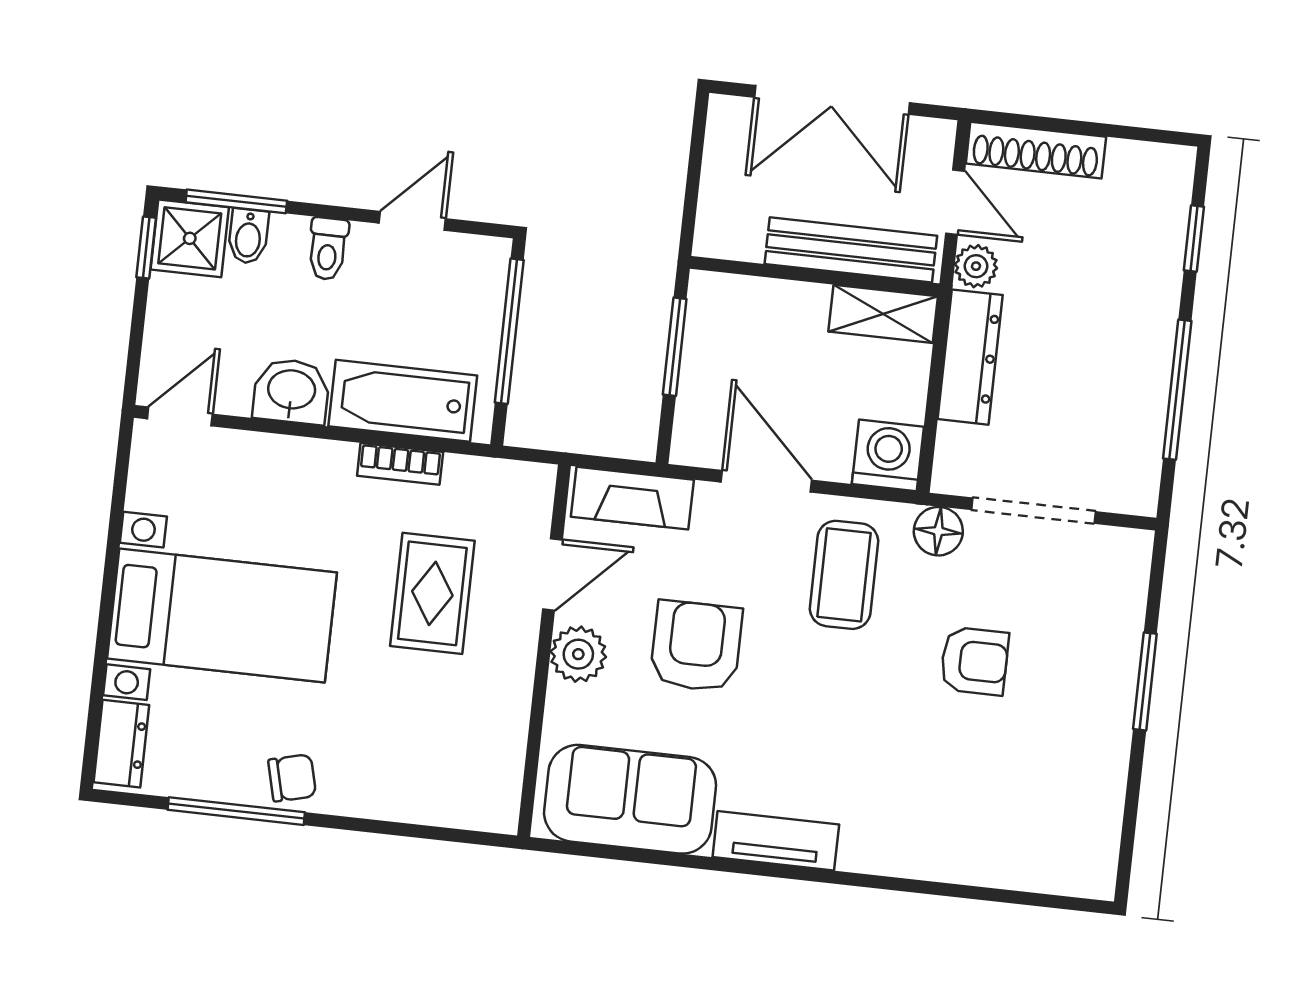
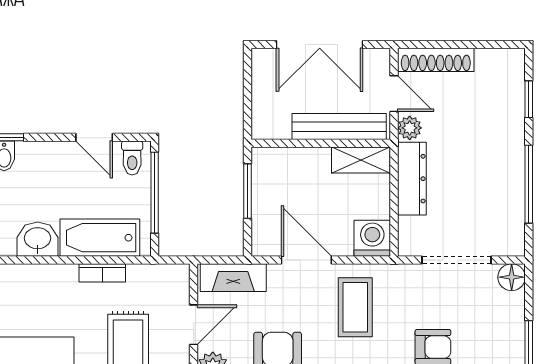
door: (412, 221) -> (94, 137), swing flipped
toilet: (328, 249) -> (132, 158), moved
floor lamp: (938, 531) -> (512, 277), moved

